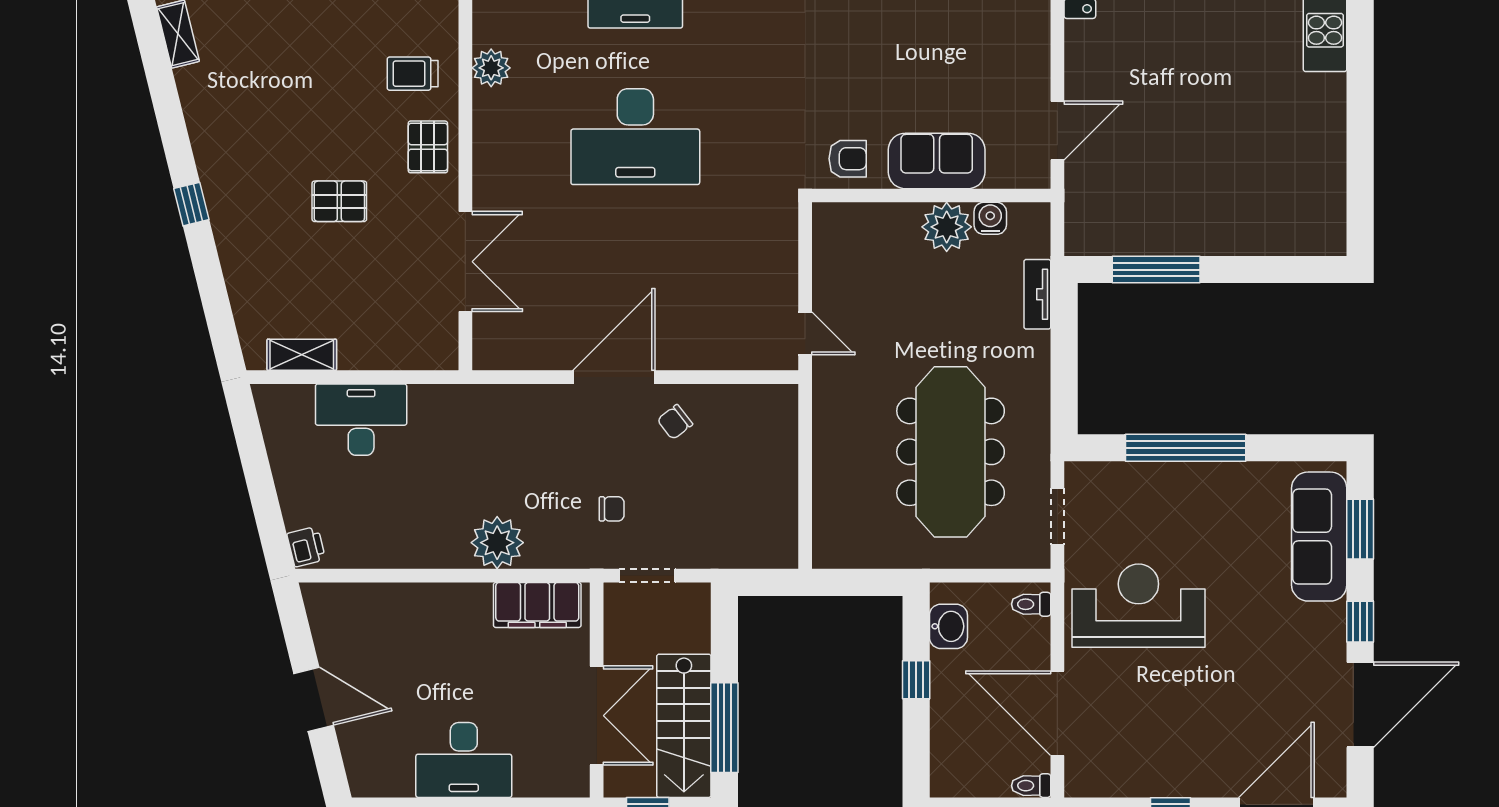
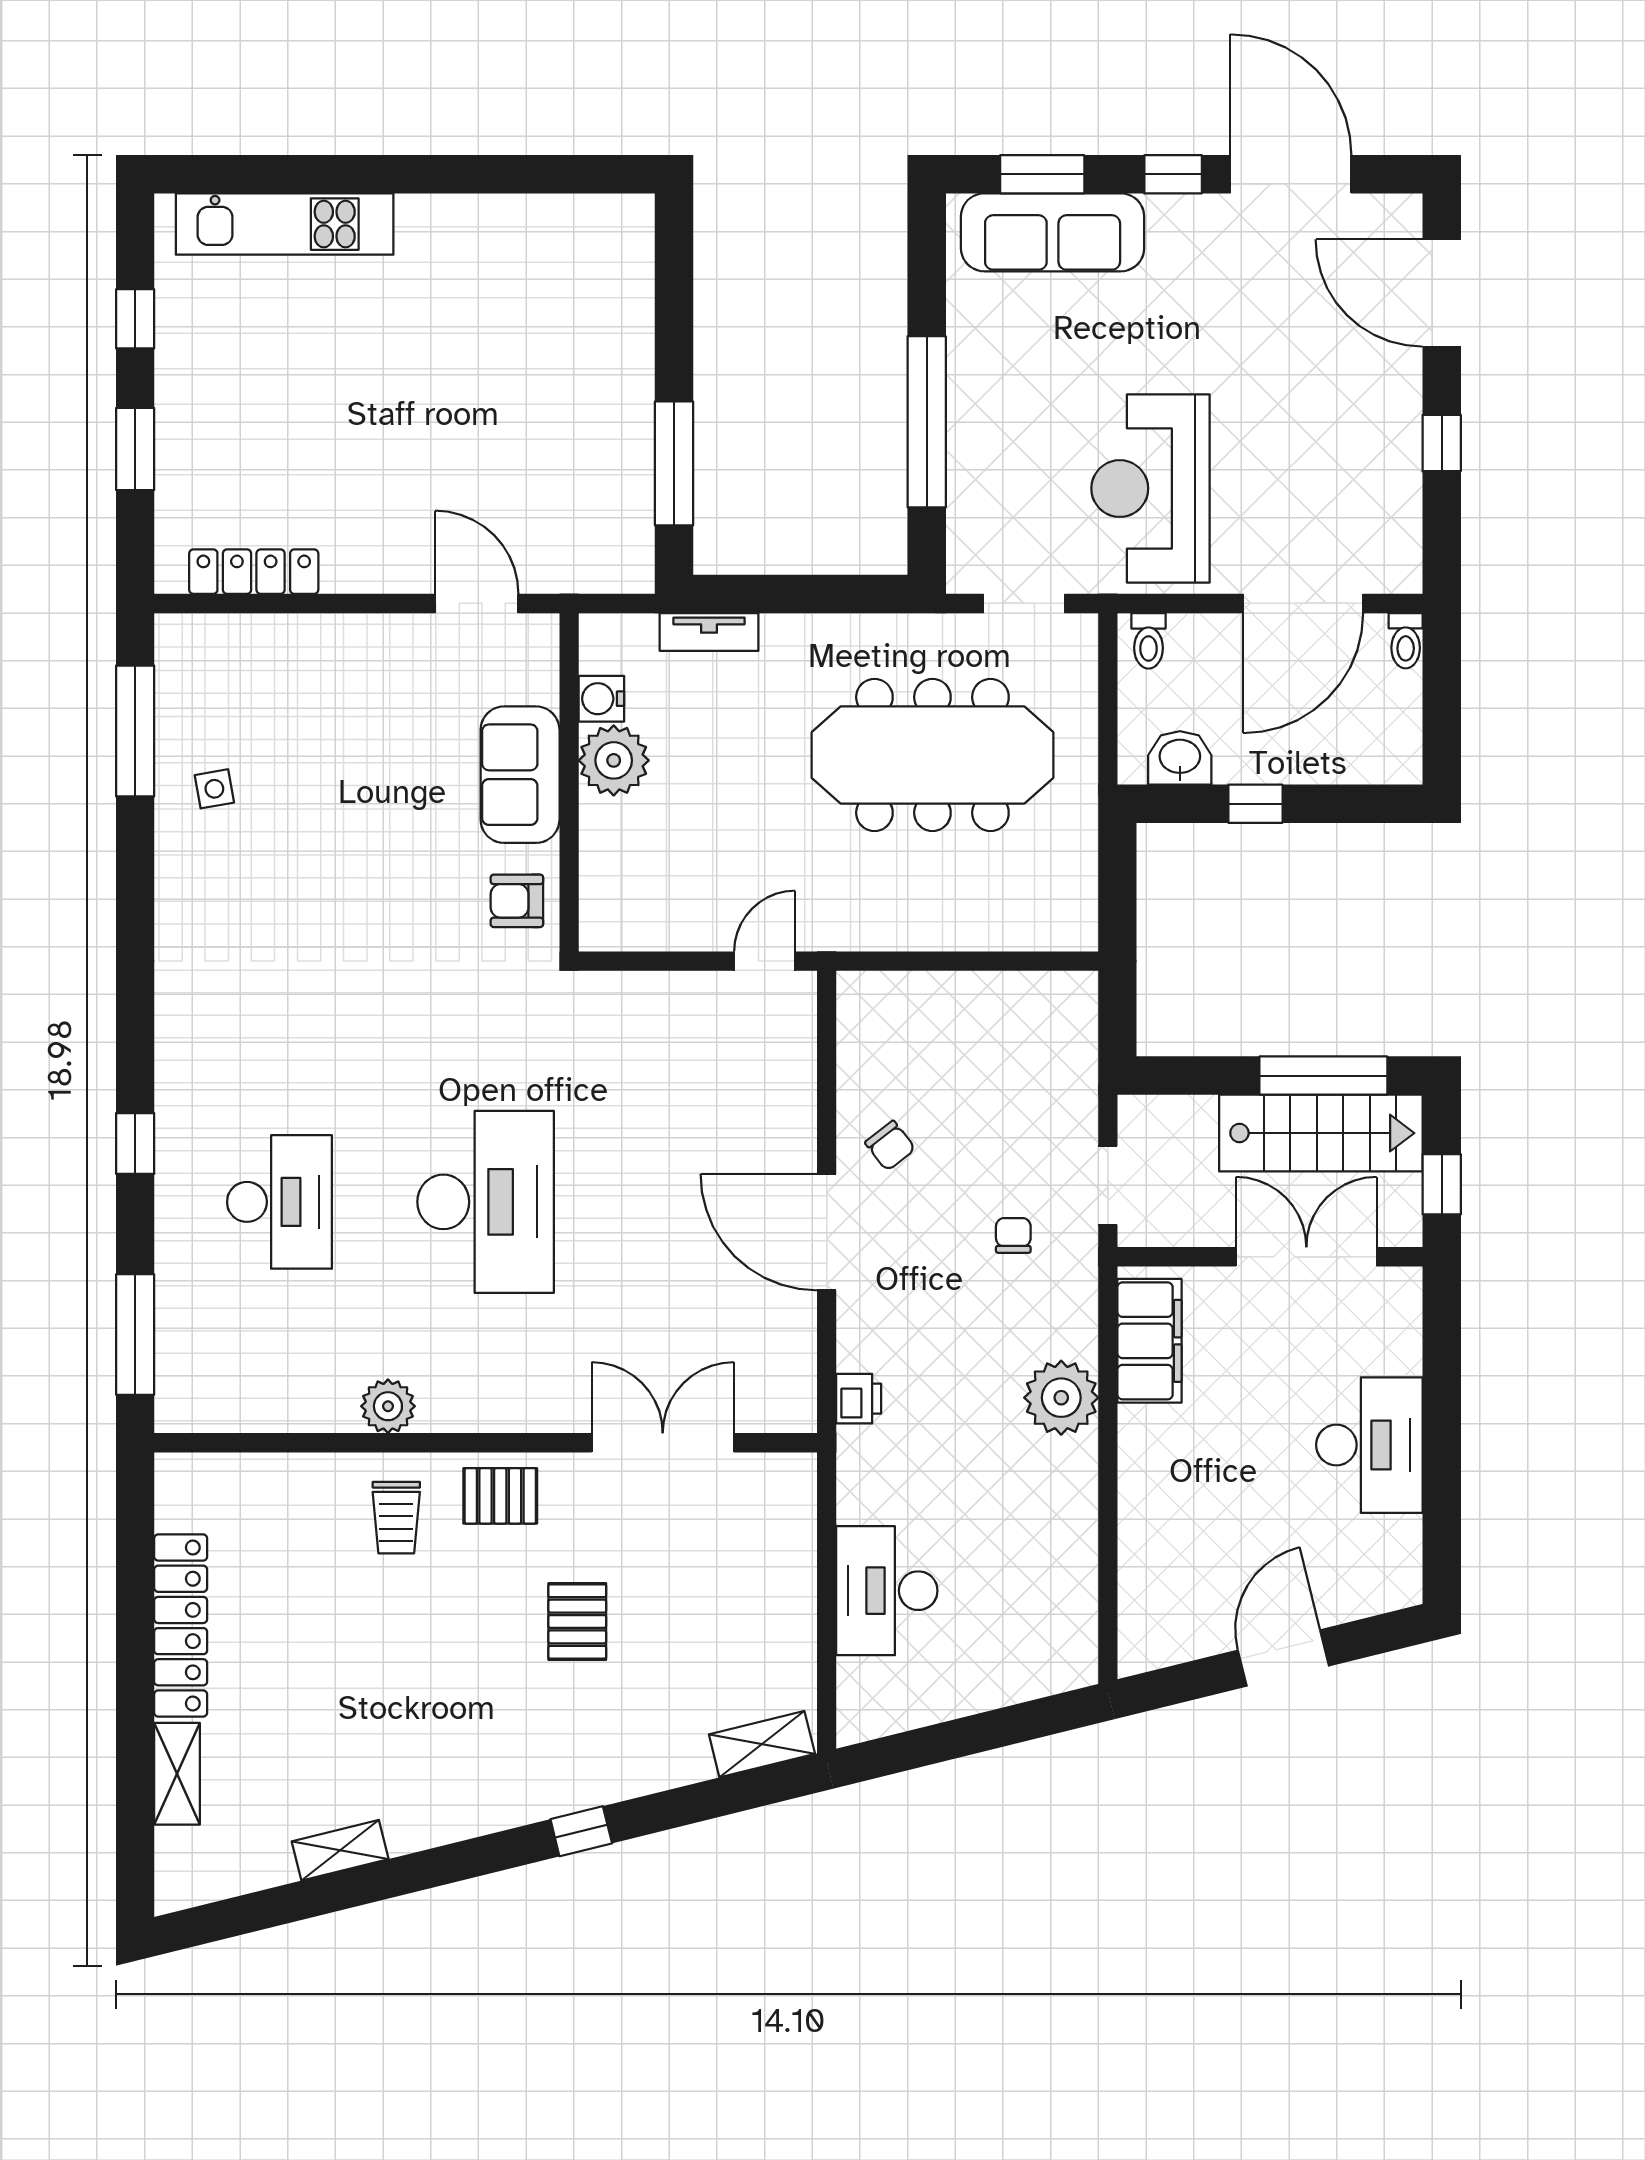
armchair: (848, 159) -> (517, 901), turned -90
shelving: (302, 355) -> (762, 1744), moved, turned 76
printer: (306, 547) -> (859, 1399), moved, turned 104

